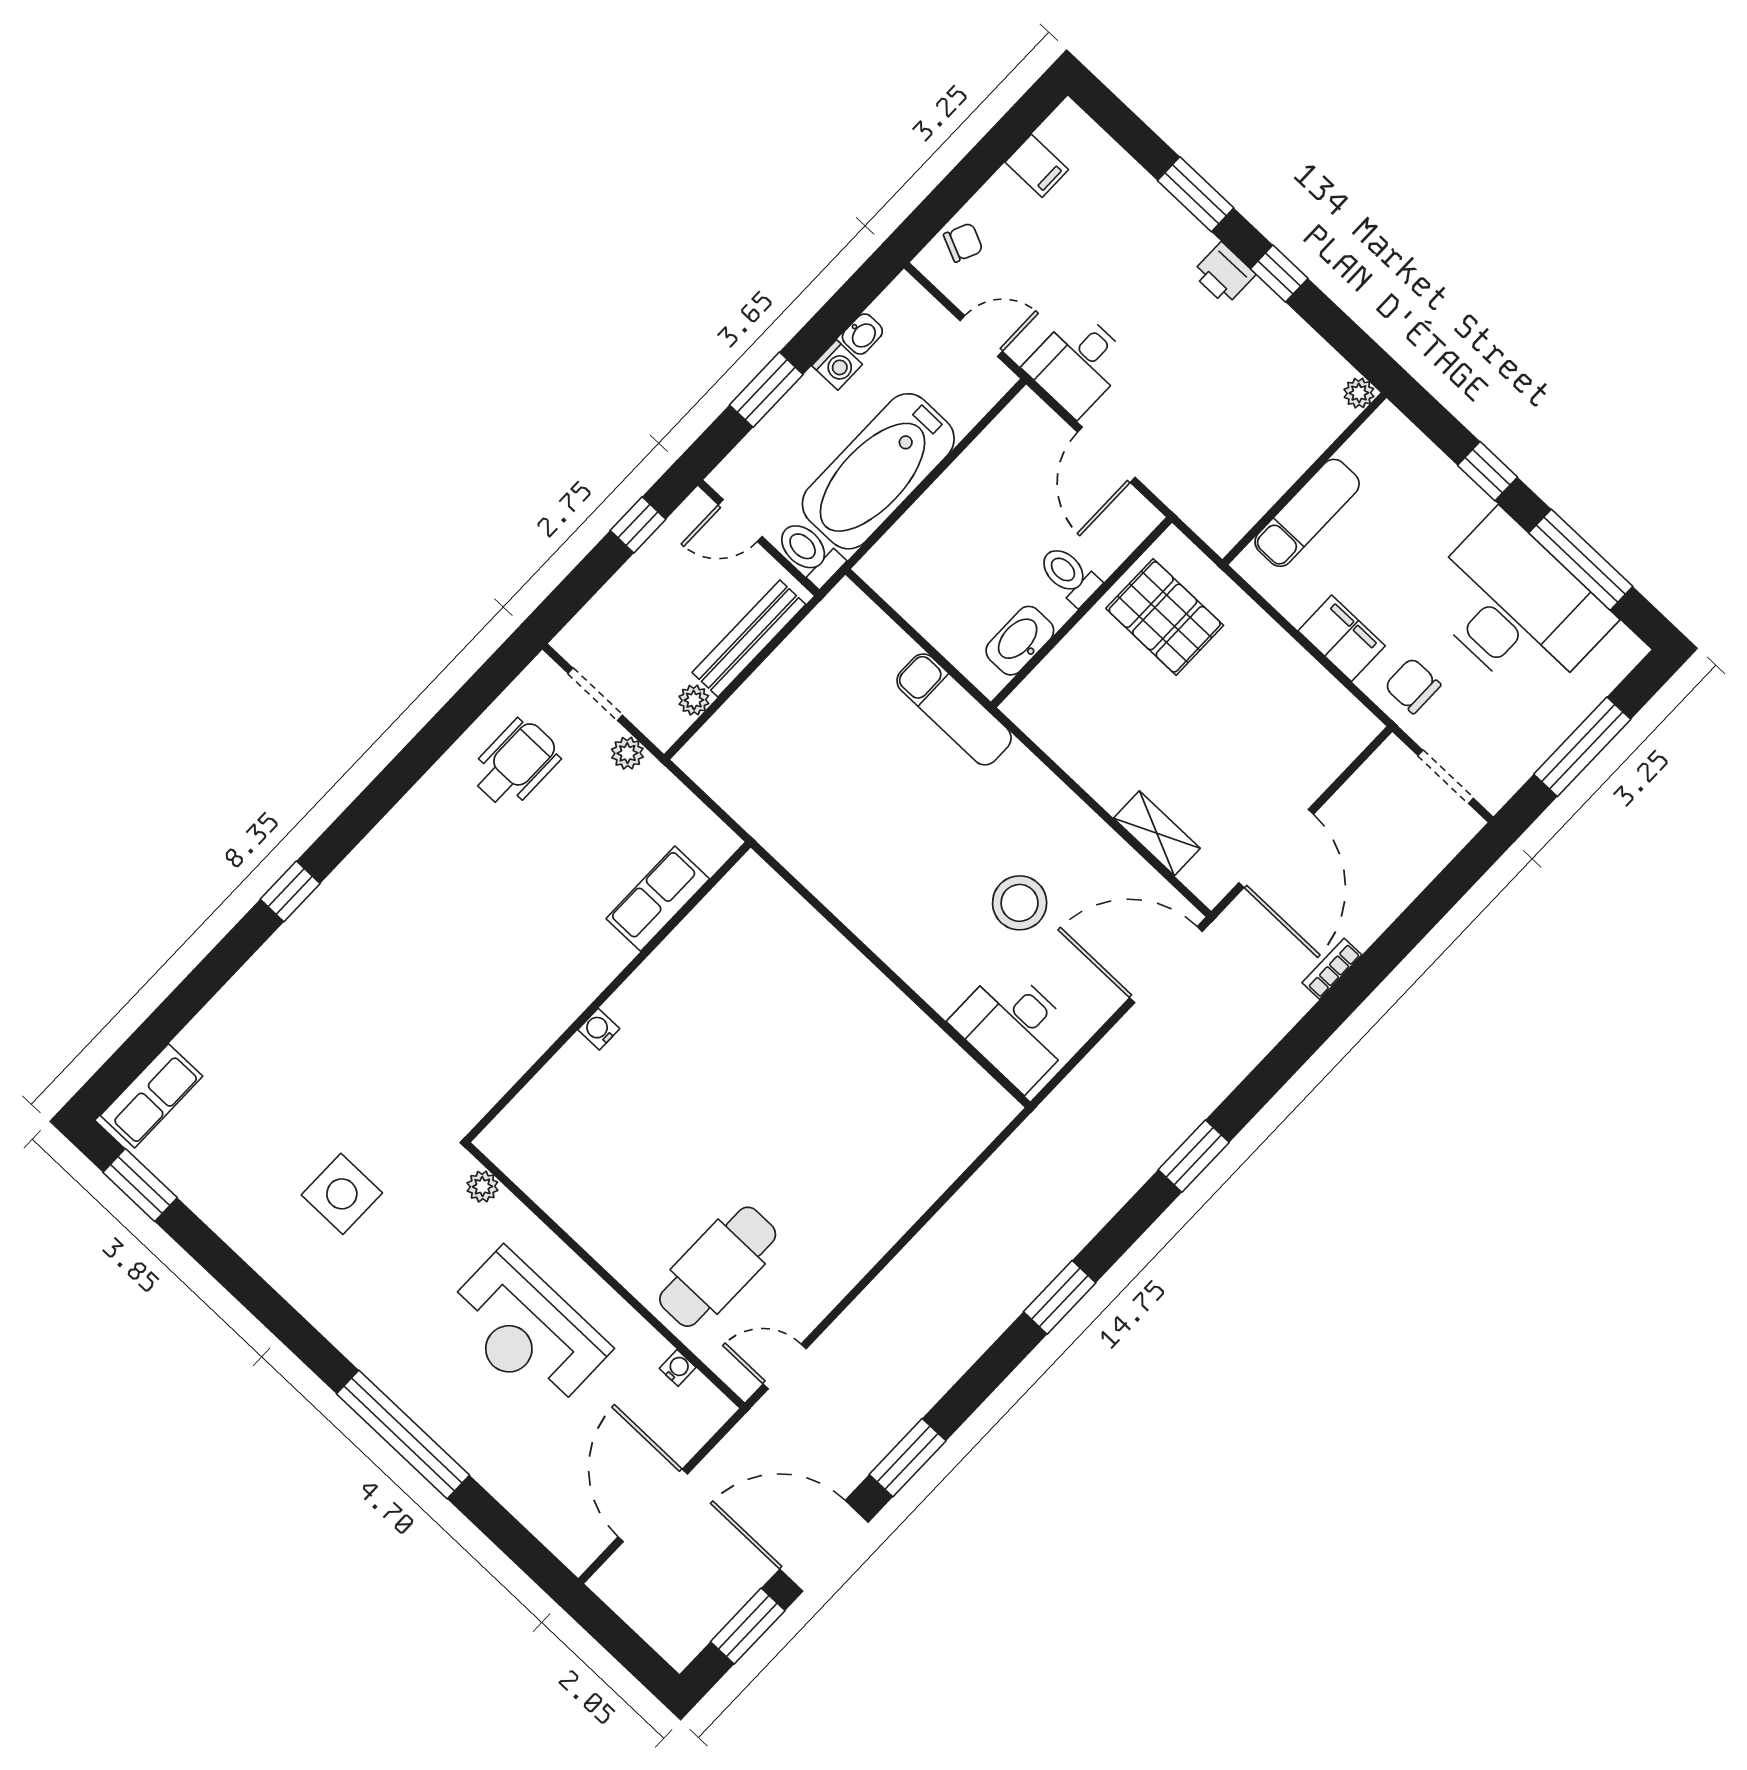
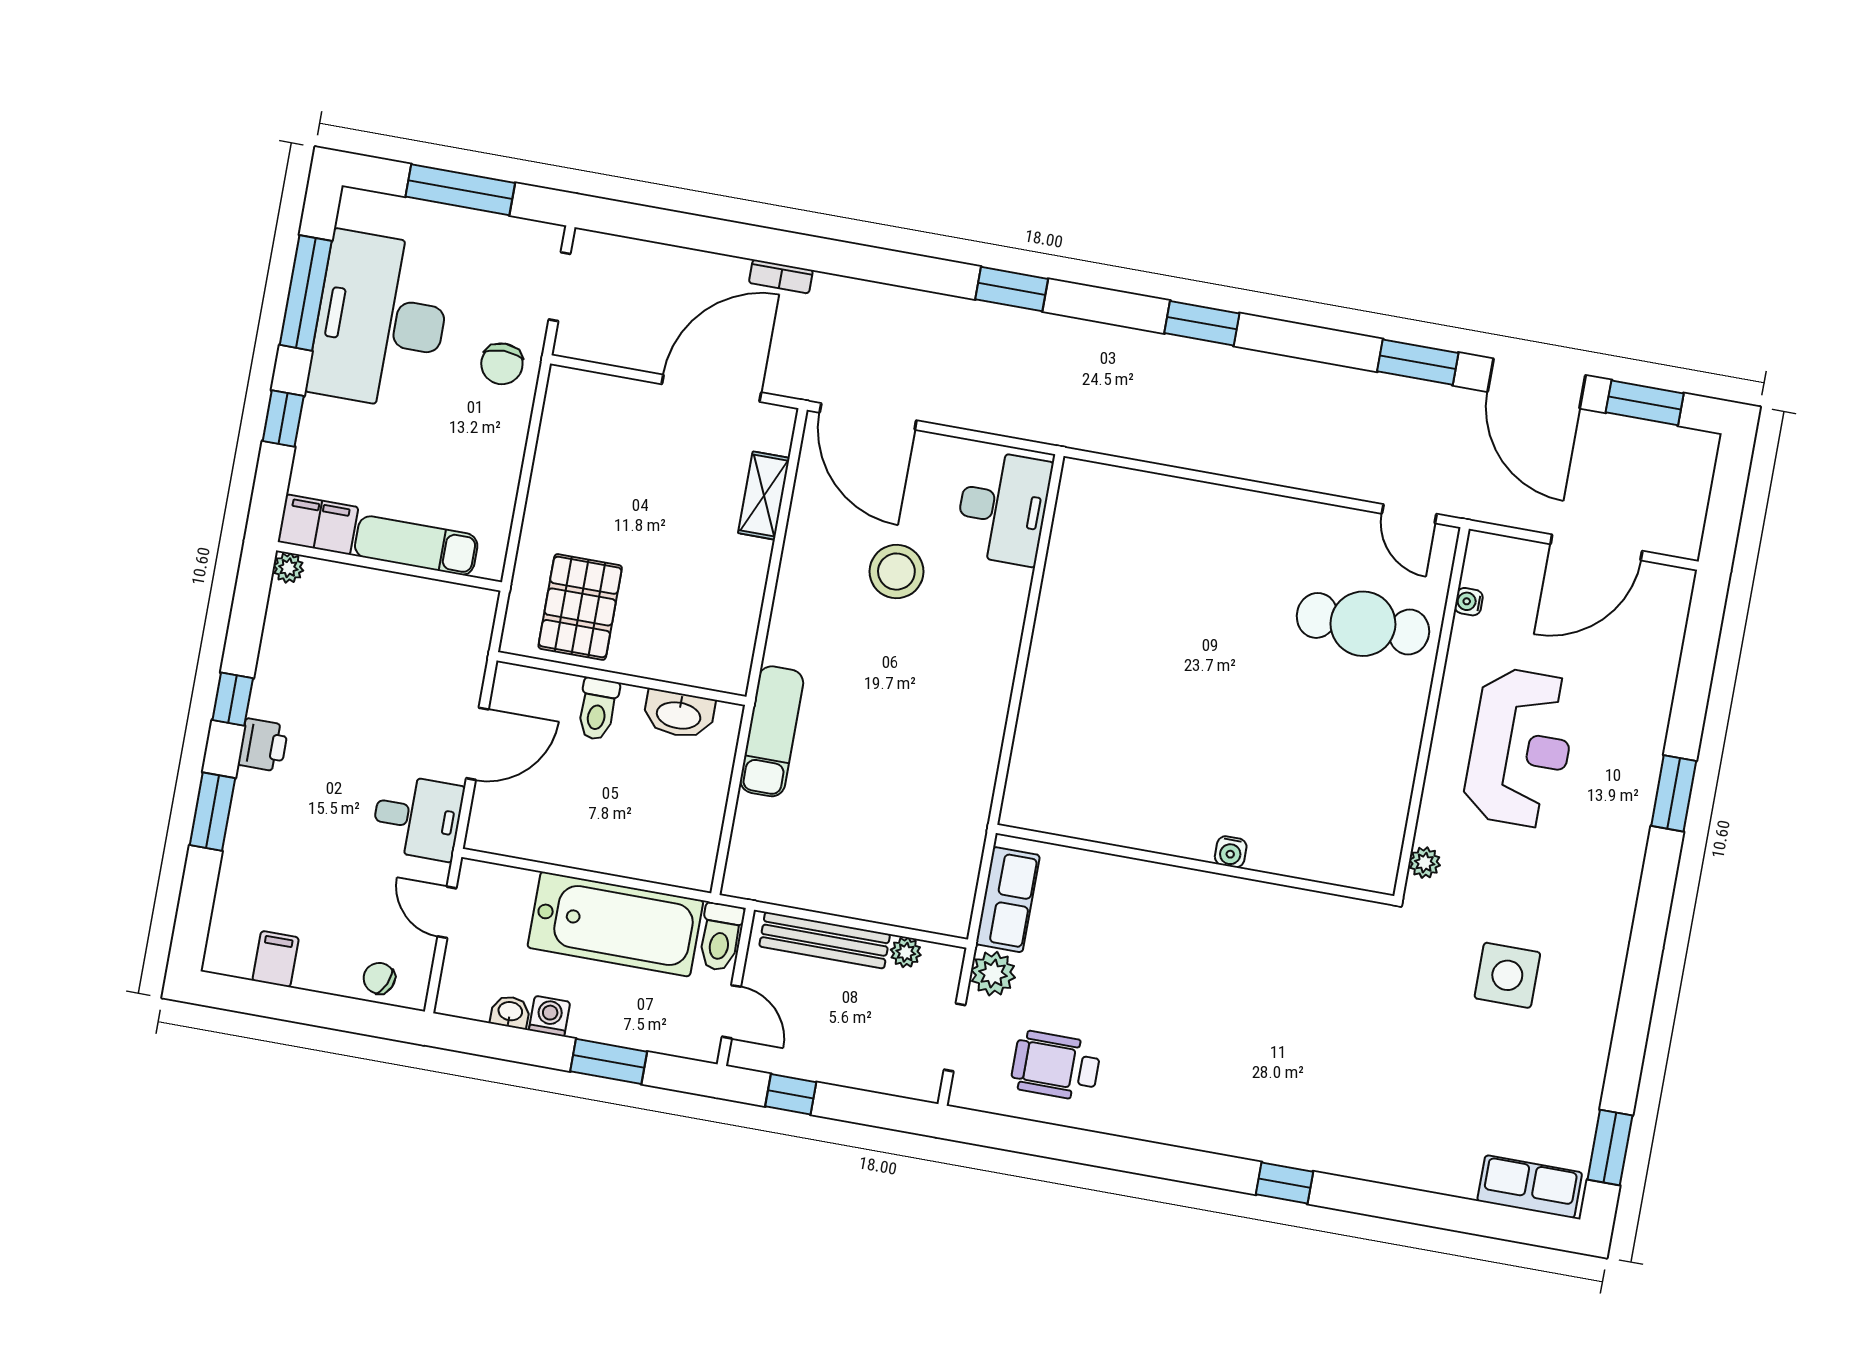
filing cabinet: (1342, 638) -> (318, 525), moved, turned 90
plant: (627, 753) -> (993, 974), width x1.38, depth x1.38
row of seats: (658, 899) -> (1008, 900), moved, turned -90
window: (403, 1434) -> (1674, 793), width x0.47

